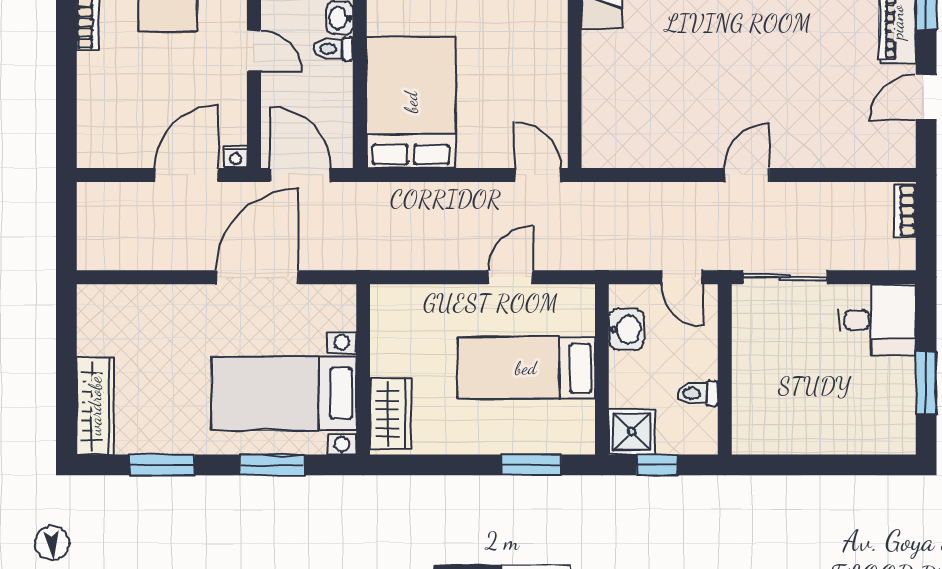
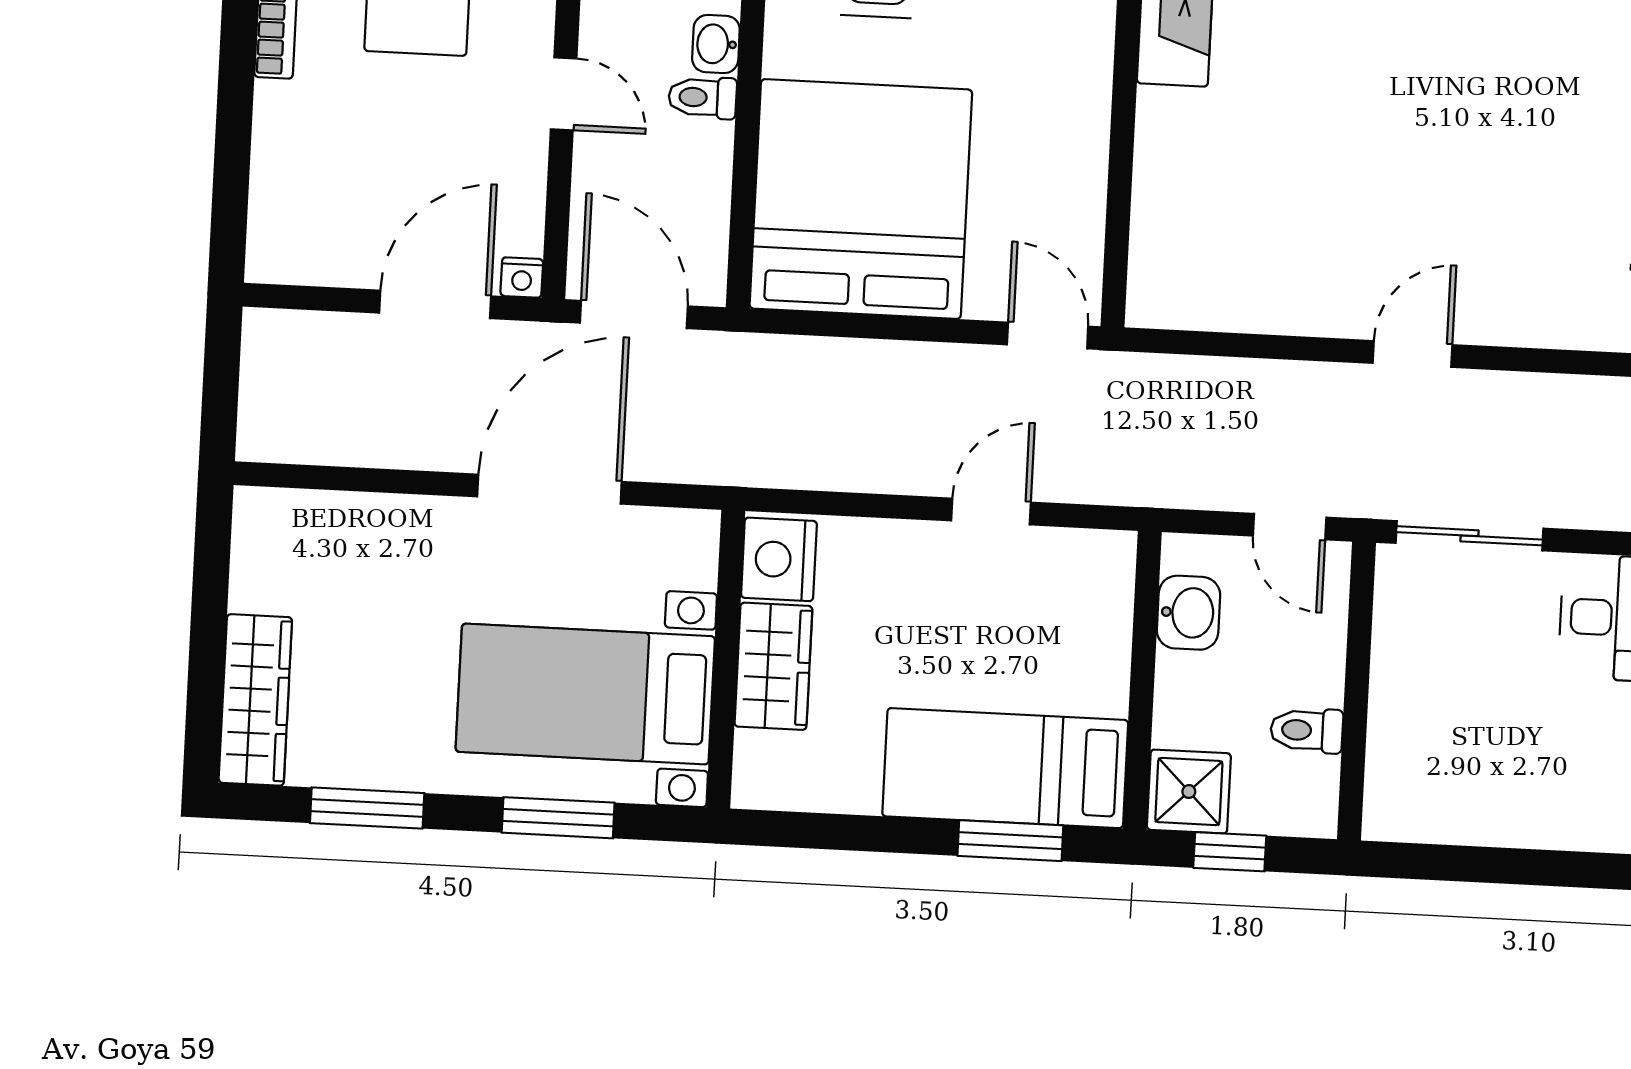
bed: (411, 102) -> (861, 199), width x1.36
nightstand: (391, 311) -> (779, 559), added
bed: (526, 368) -> (1005, 768), moved
wardrobe: (391, 414) -> (773, 666), moved

